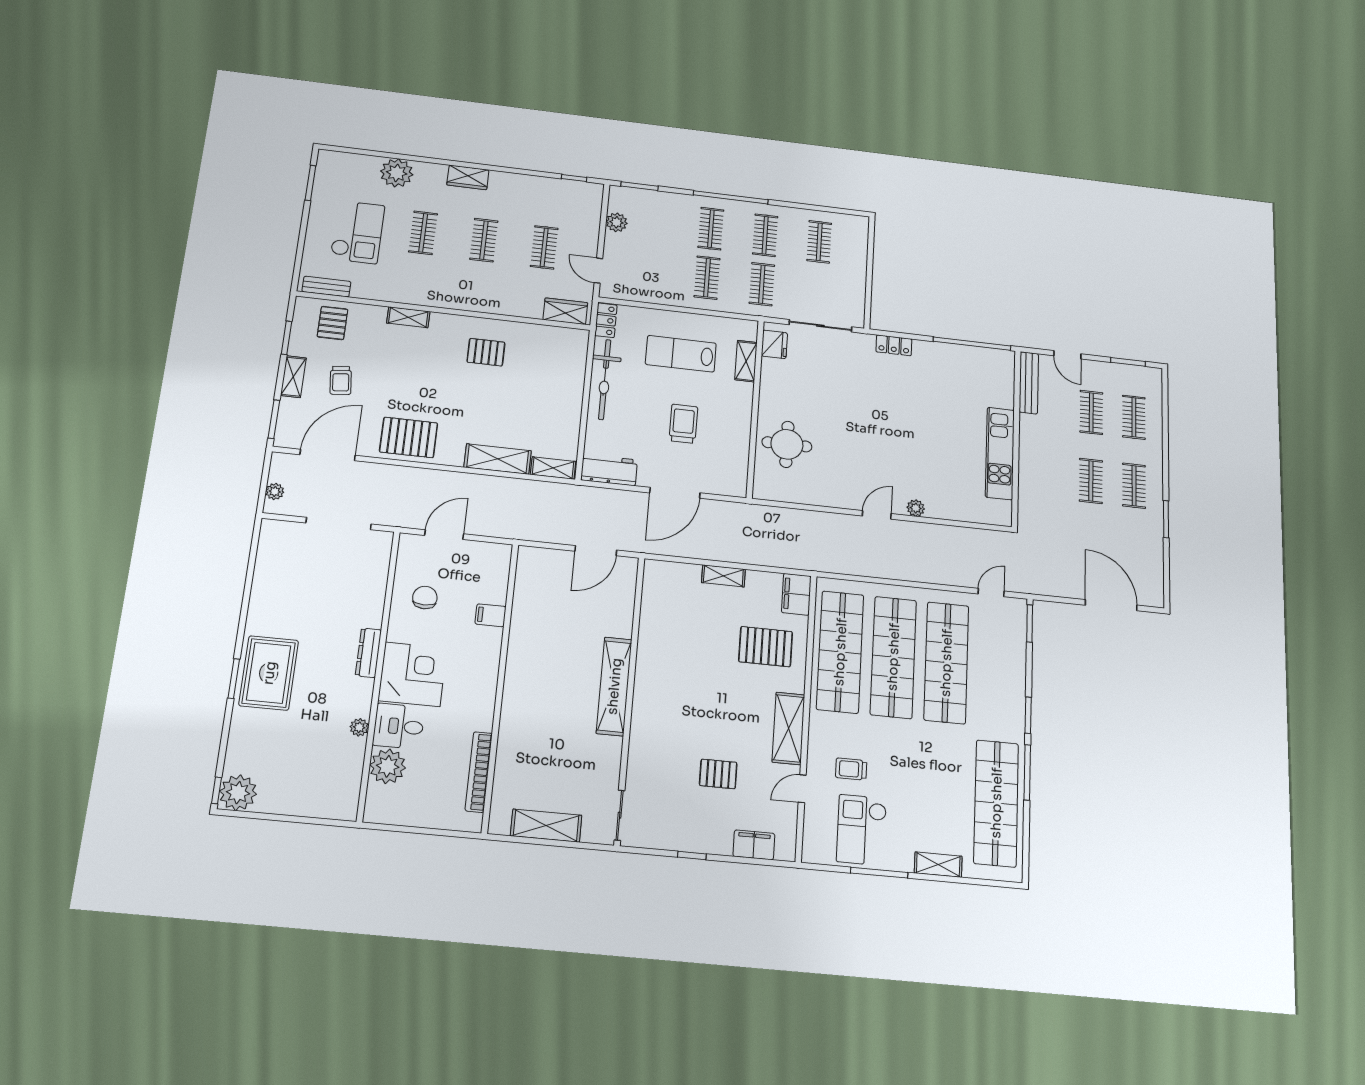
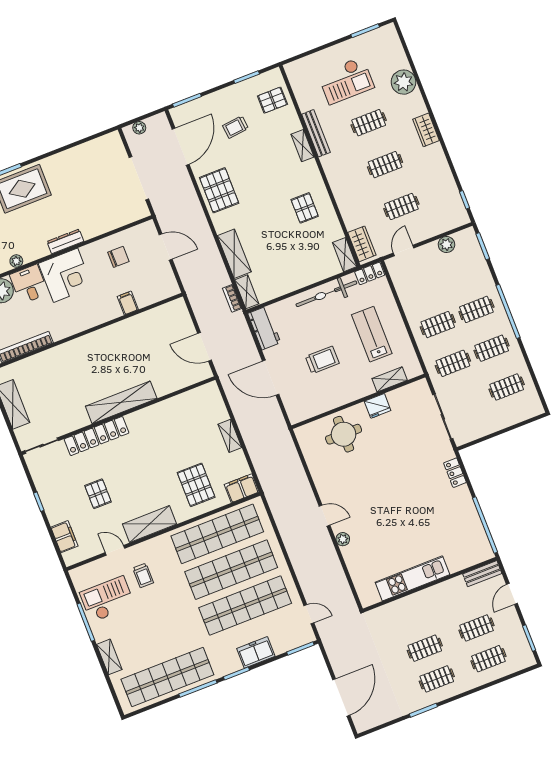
bench: (326, 287) -> (316, 133), moved, width x1.36
fridge: (774, 344) -> (378, 406), moved
shelving: (293, 377) -> (345, 255), moved, turned 90
bench: (1029, 383) -> (482, 574), width x0.73
door: (328, 455) -> (181, 147), hinge flipped
bookcase: (552, 489) -> (232, 298), added
freezer: (1011, 679) -> (256, 652), added
locker: (642, 739) -> (97, 436), added
trolley: (851, 769) -> (143, 575), turned 180

